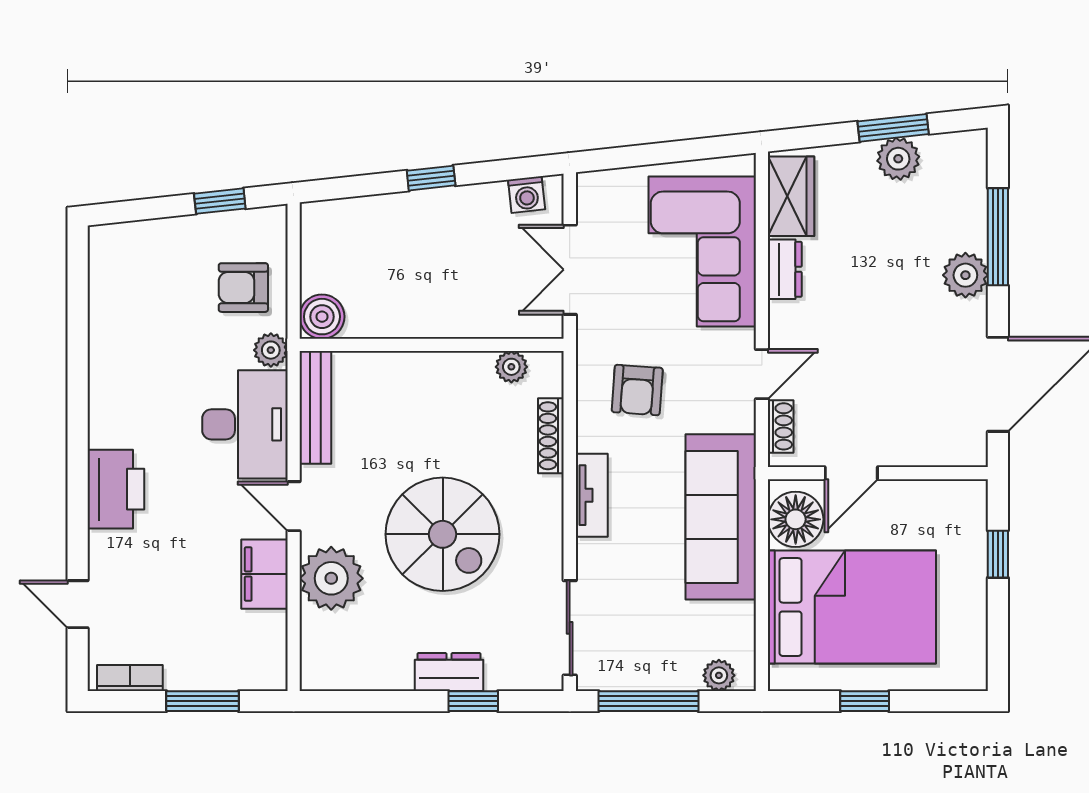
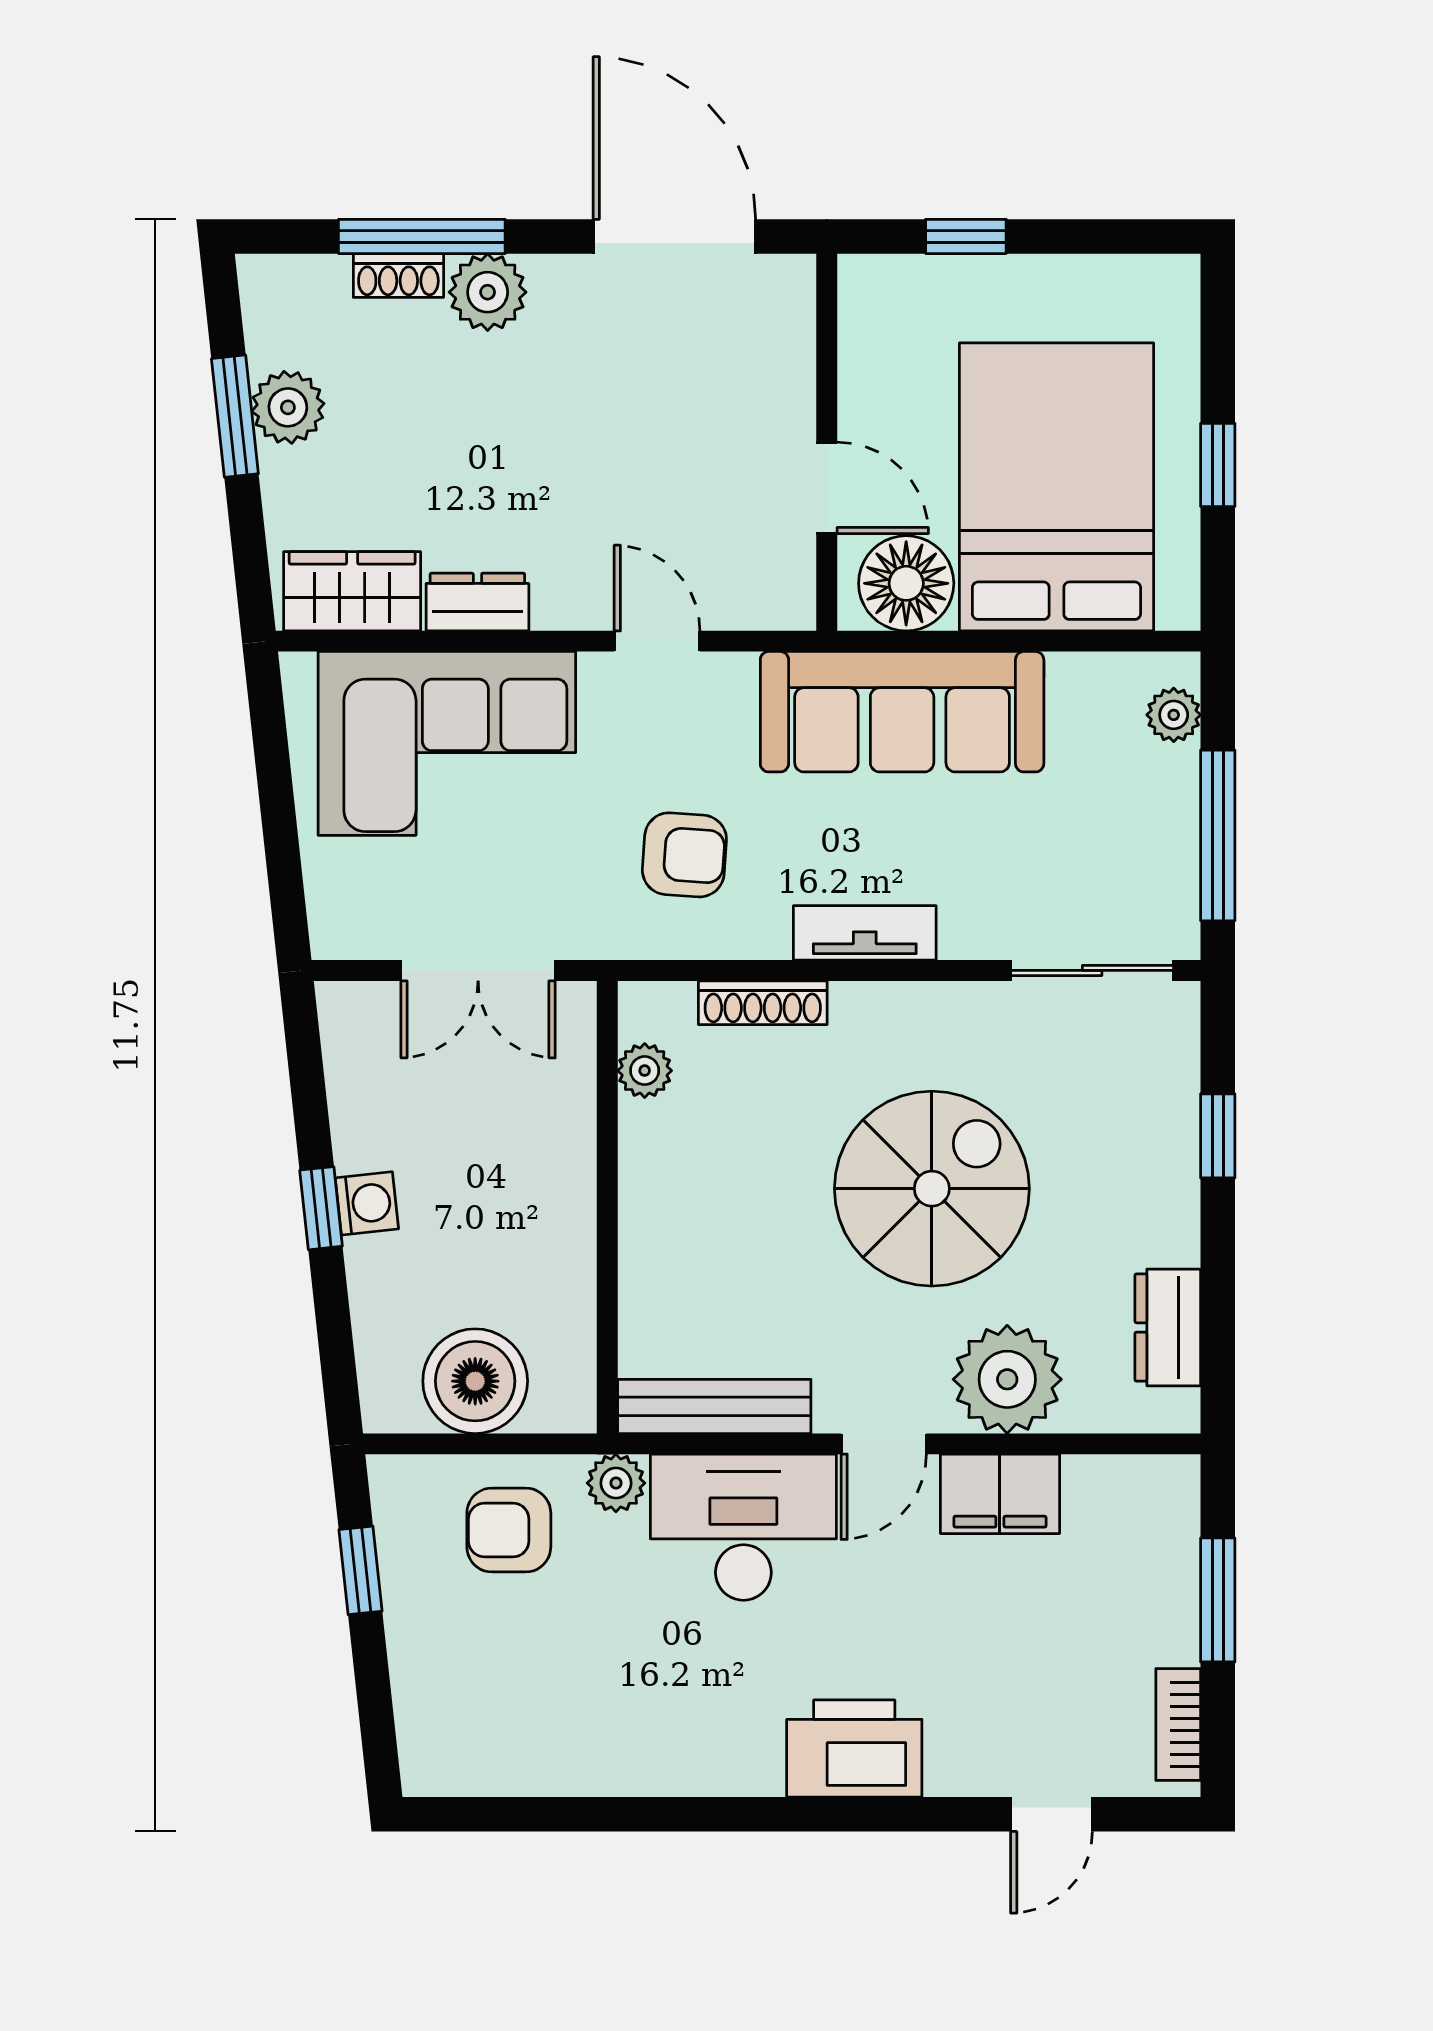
washing machine: (527, 195) -> (367, 1203), moved
armchair: (243, 288) -> (509, 1530), turned 90
boiler: (322, 317) -> (475, 1381), moved, width x1.37, depth x1.37
shoe rack: (781, 426) -> (398, 276), moved, turned 180
dresser: (449, 672) -> (1168, 1327), moved

